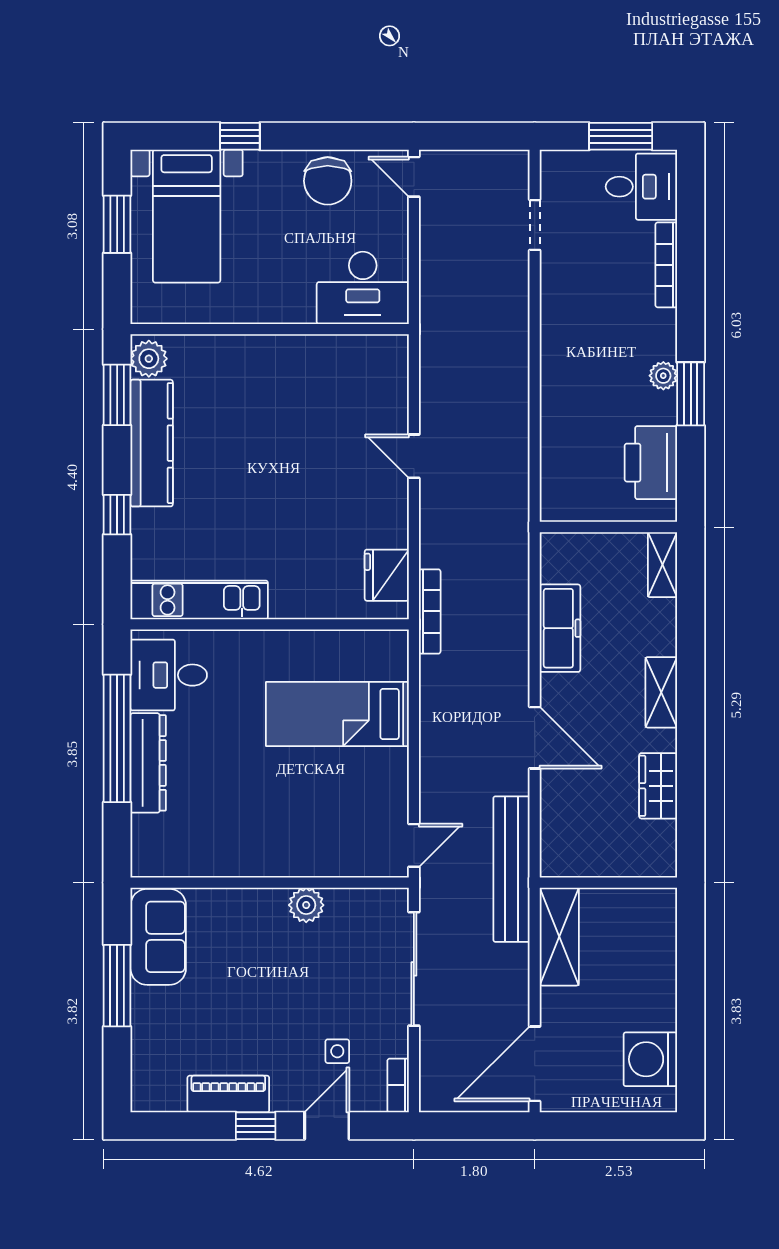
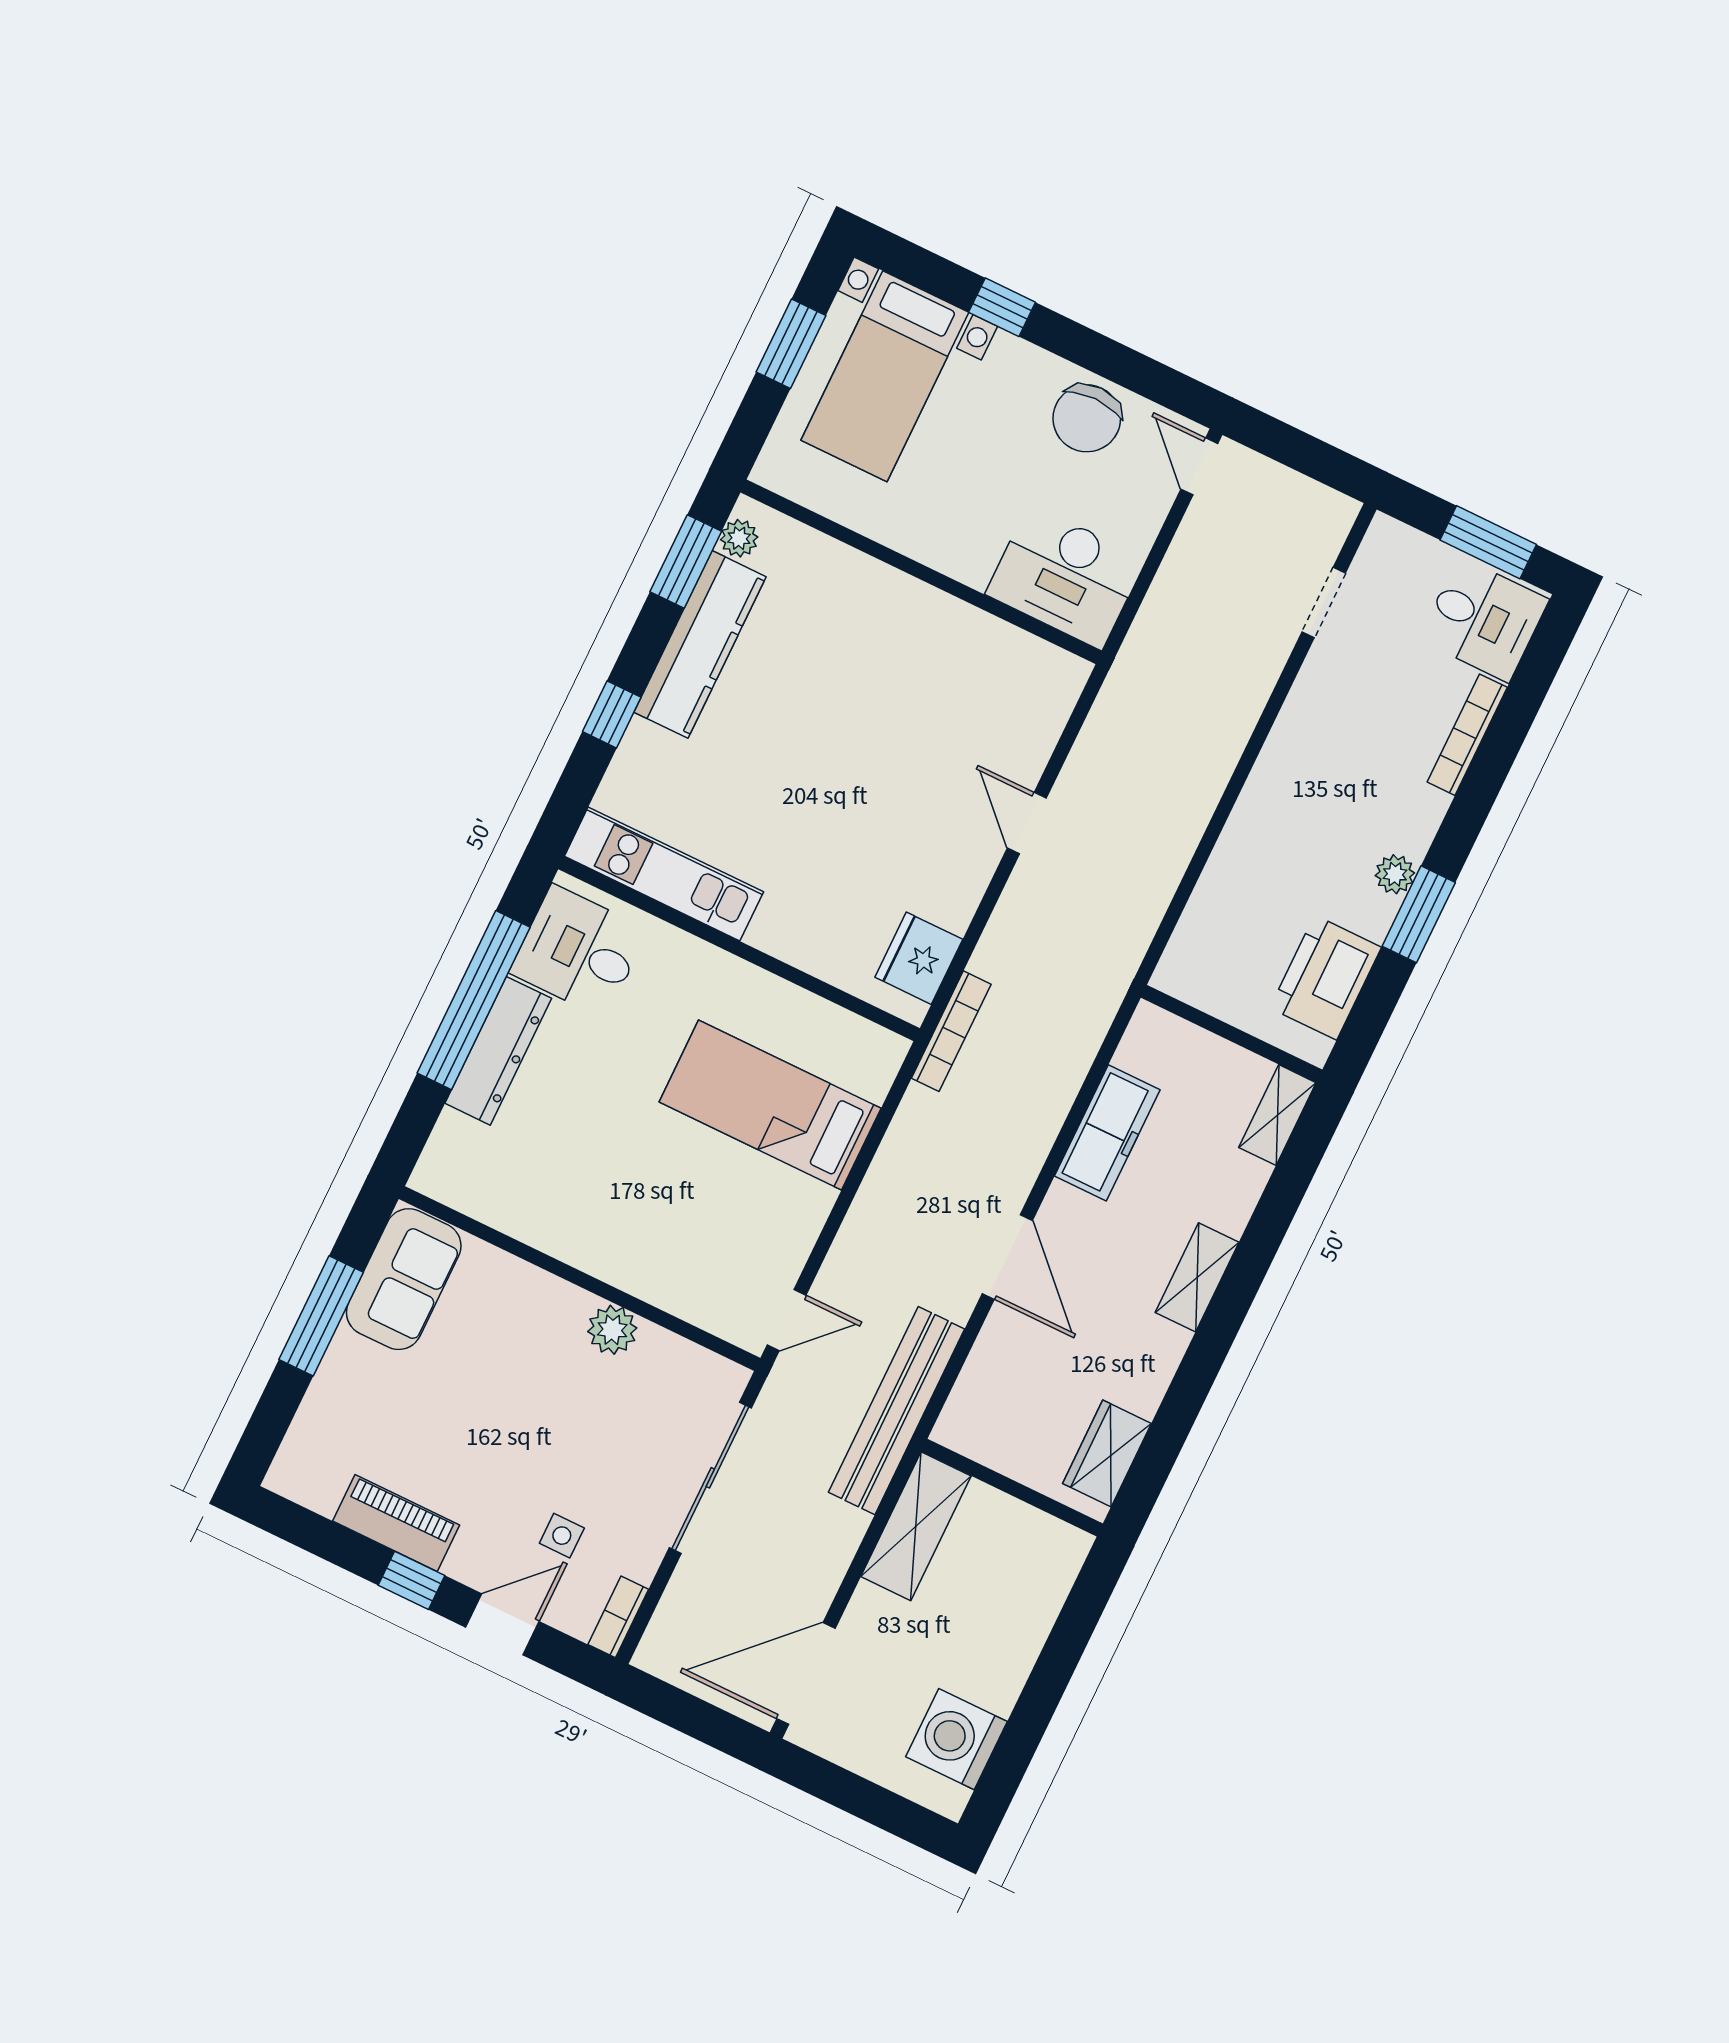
plant: (149, 359) -> (739, 538), width x0.73, depth x0.73
wardrobe: (658, 786) -> (1107, 1453), moved

